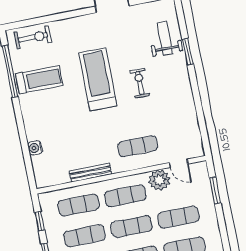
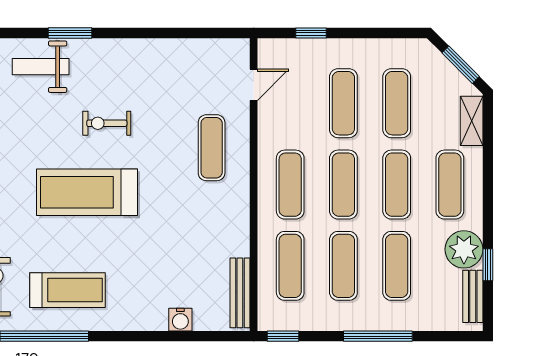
treadmill: (39, 79) -> (68, 290), turned 90
bench: (90, 173) -> (240, 293), moved
plant: (159, 180) -> (275, 123), removed
window: (215, 190) -> (311, 33), width x0.67
window: (40, 221) -> (283, 336), moved

